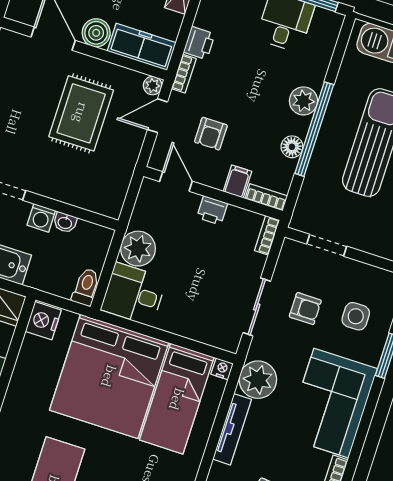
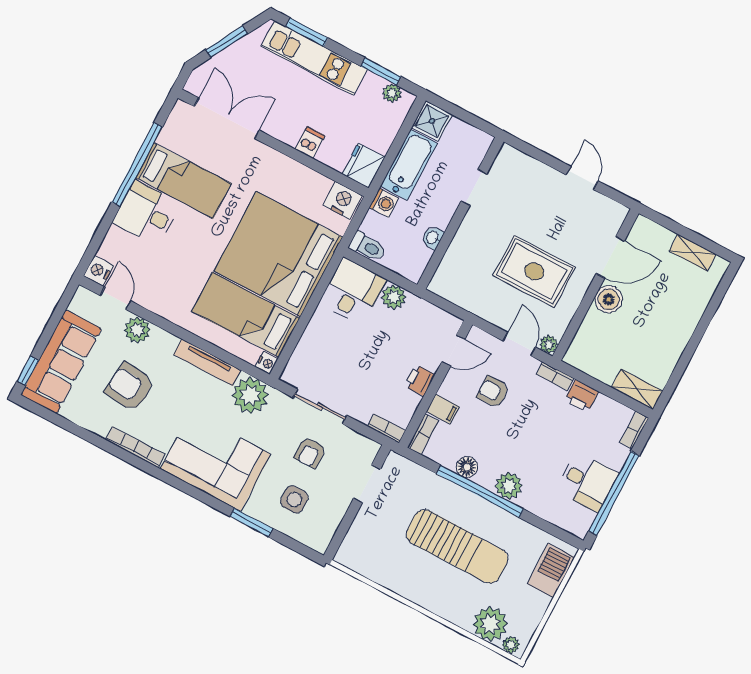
freezer: (142, 47) -> (588, 340), removed
washing machine: (41, 218) -> (384, 203), moved, turned 180
plant: (138, 249) -> (394, 297), width x0.73, depth x0.73

